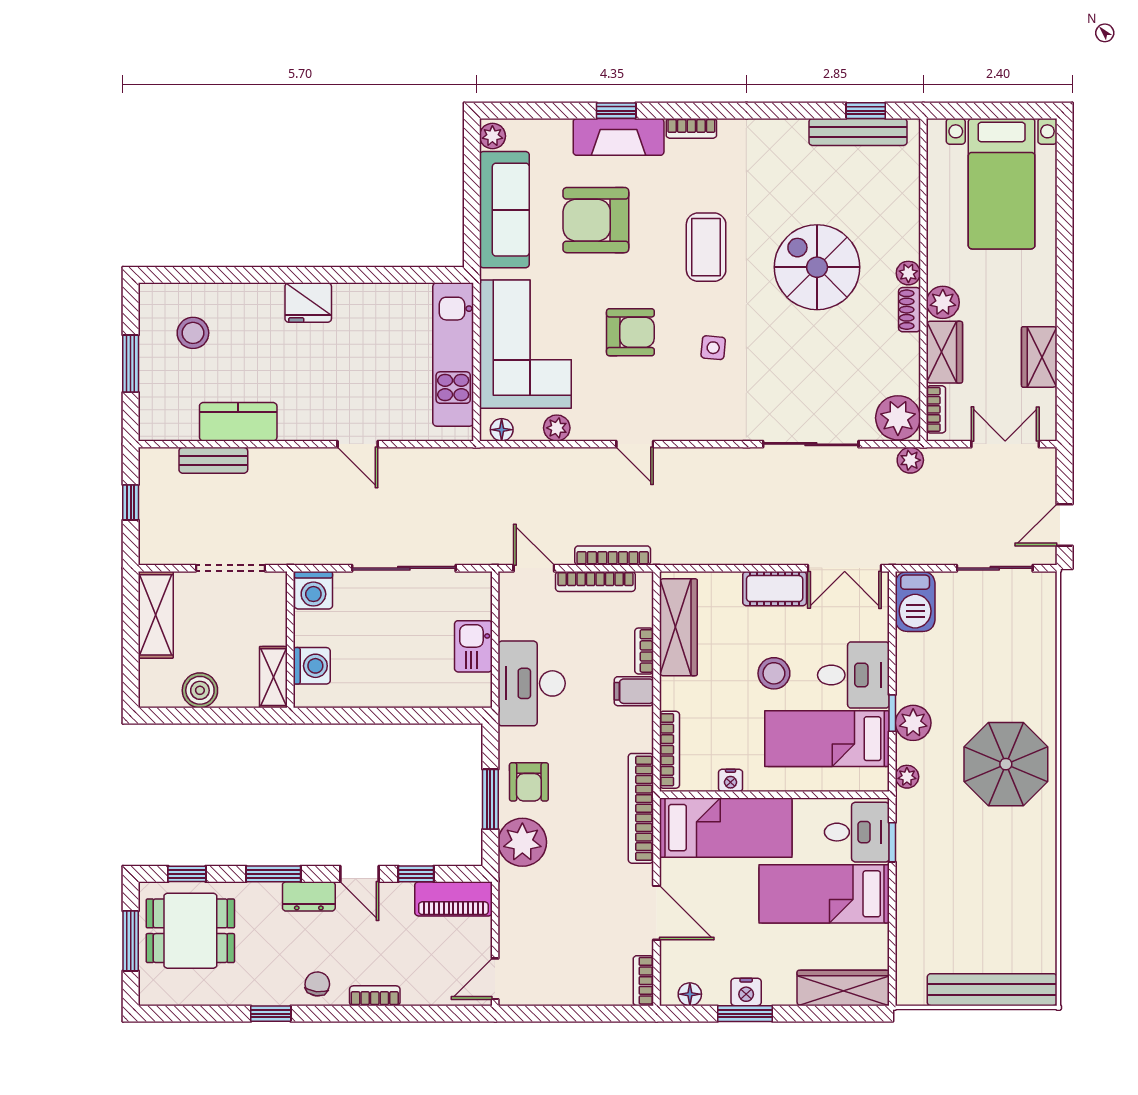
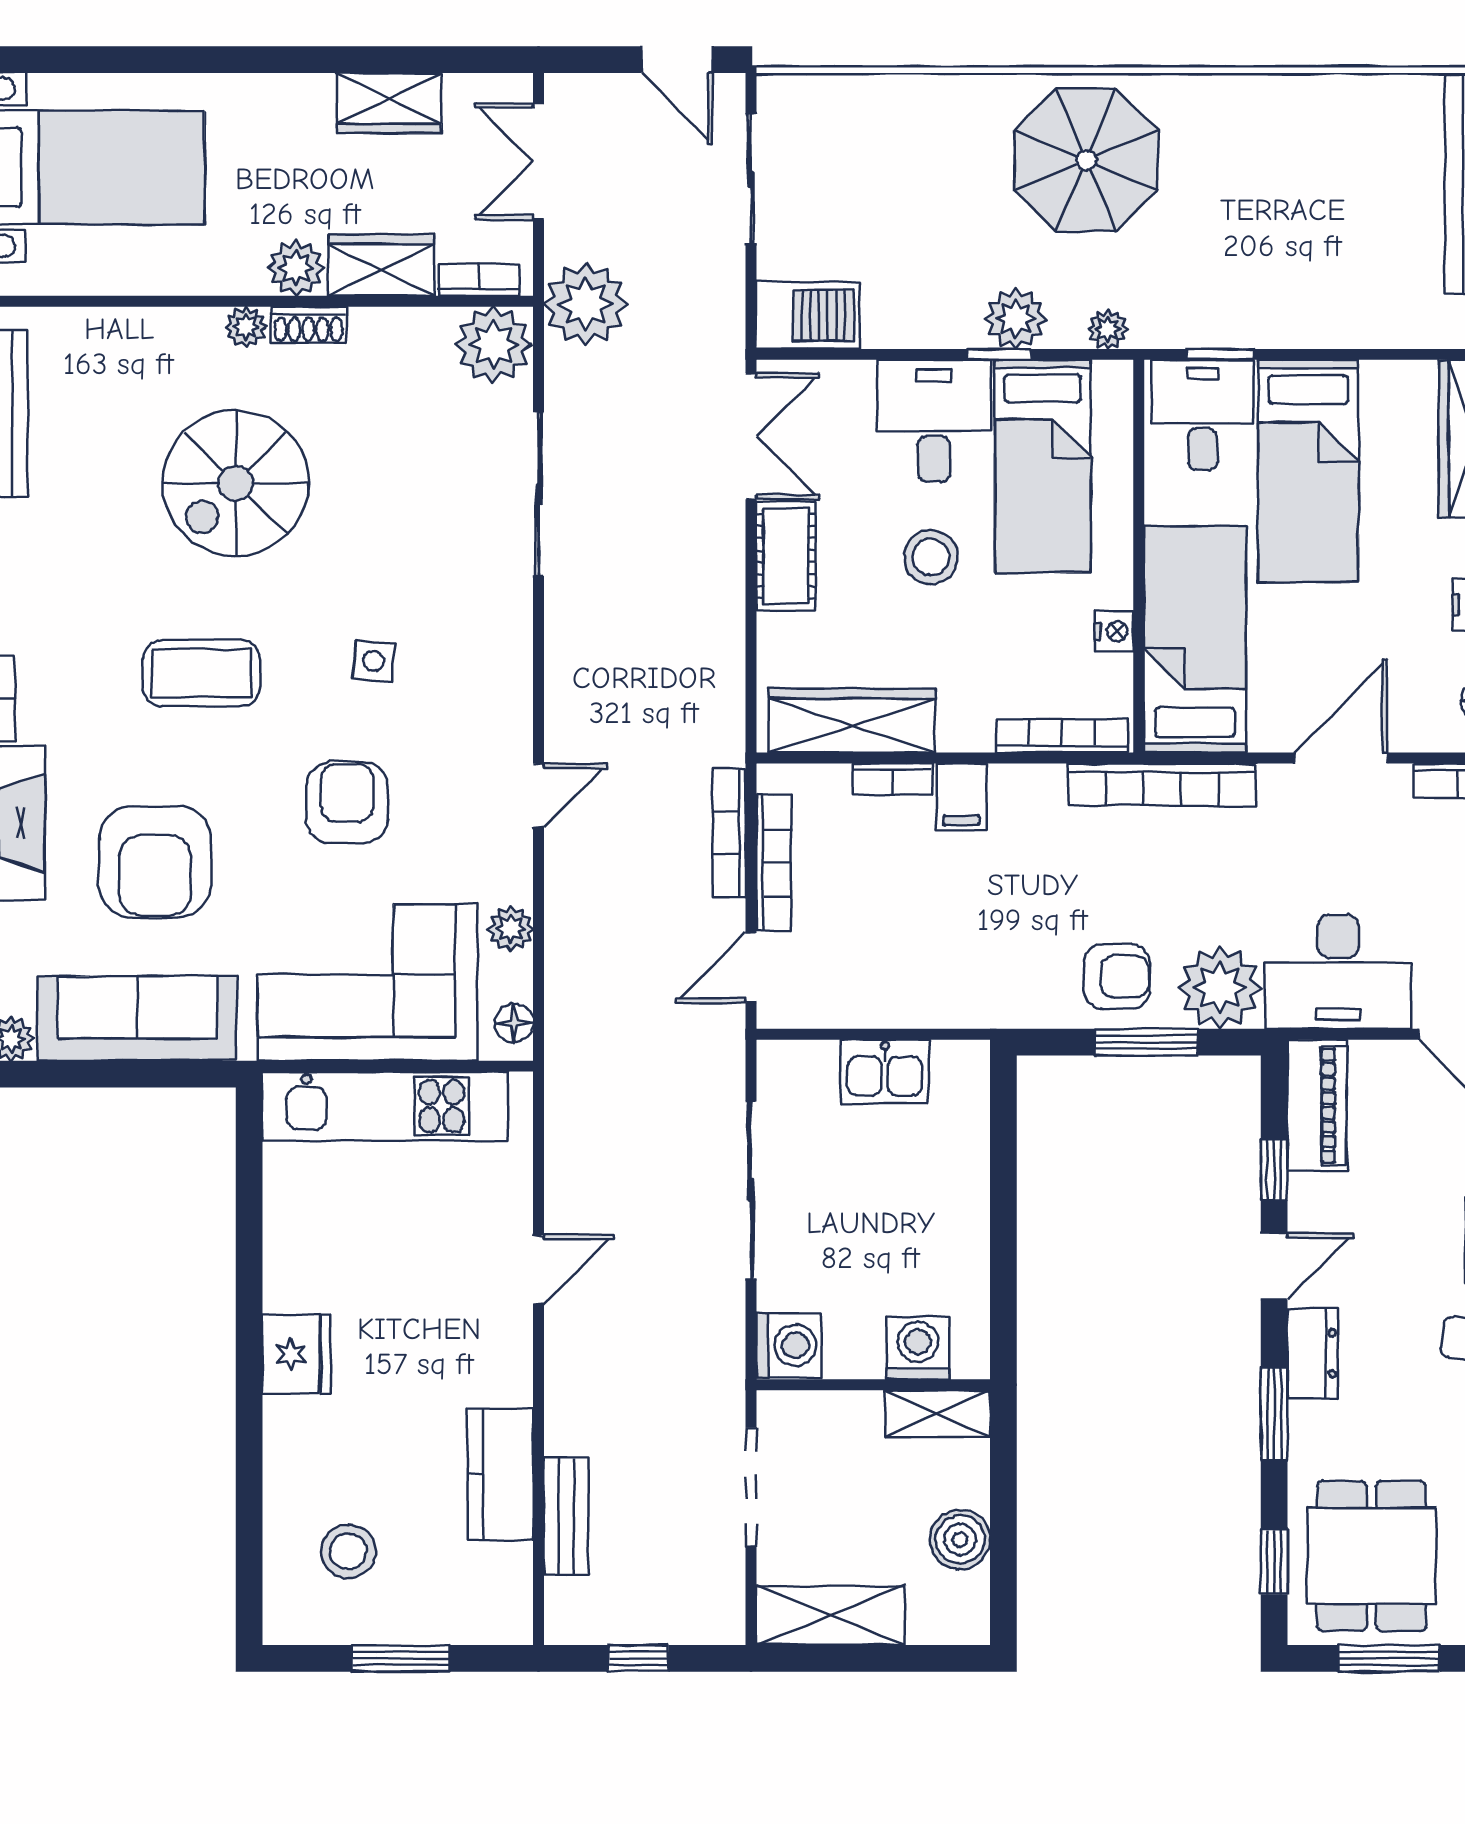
plant: (910, 460) -> (586, 304), width x1.87, depth x1.87
desk: (532, 683) -> (1338, 972), moved

